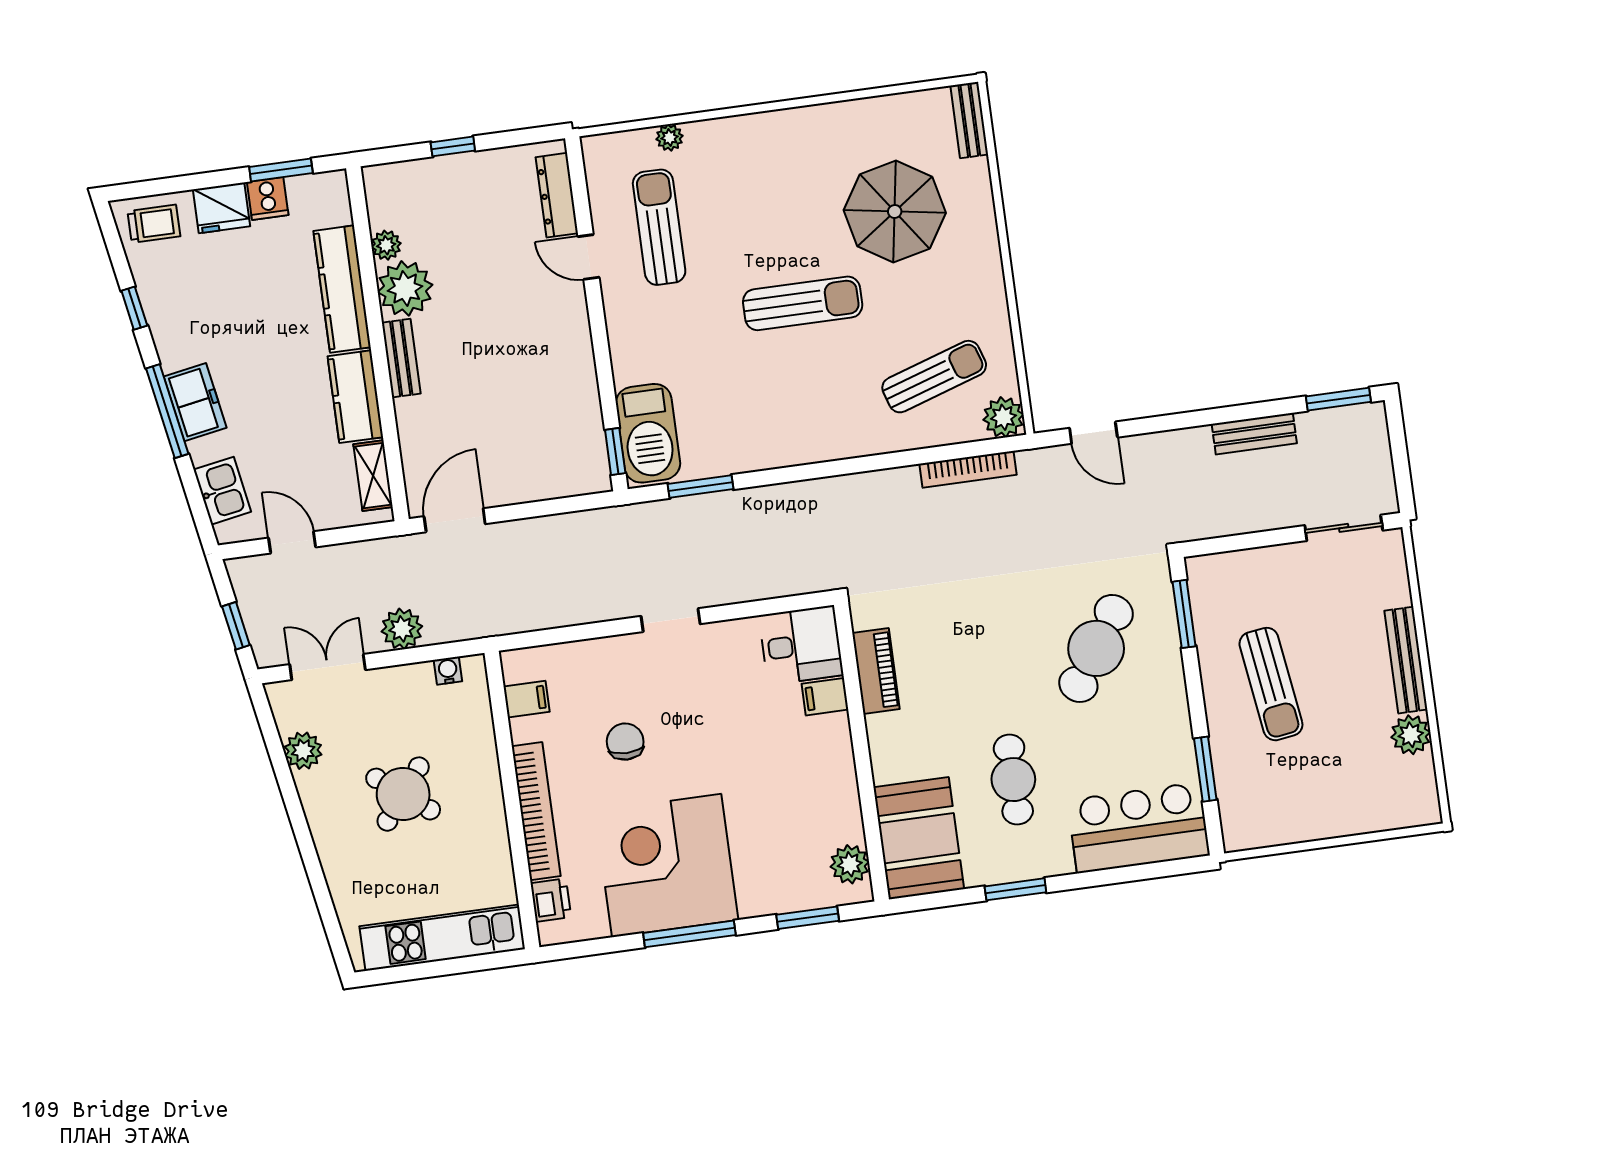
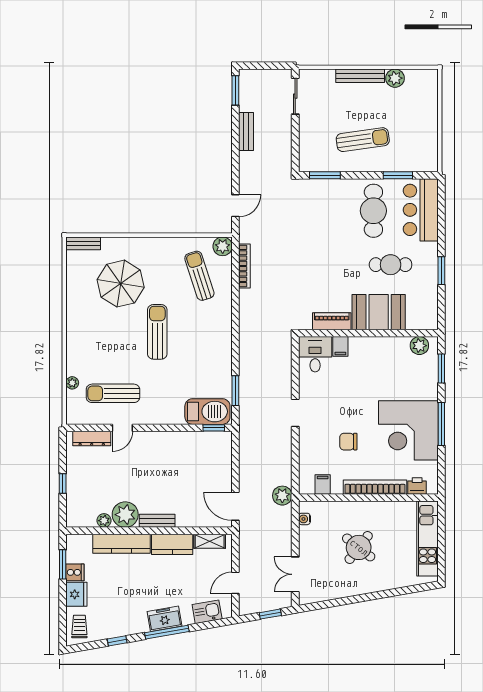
plant: (402, 629) -> (282, 496), moved
cafe table: (1096, 648) -> (373, 211), moved, turned 56
plant: (303, 751) -> (332, 591), removed
booth: (919, 838) -> (379, 312), moved

